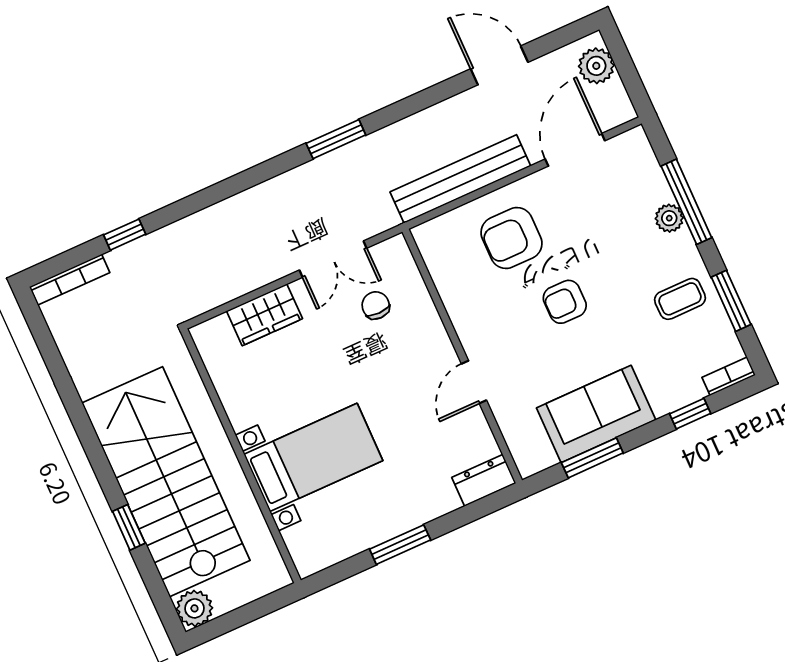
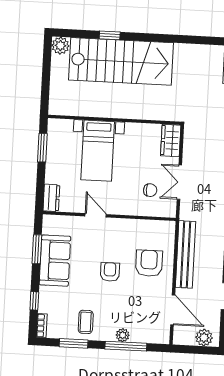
wall: (241, 456) -> (114, 120), moved
bed with nightstands: (313, 457) -> (98, 151), moved

